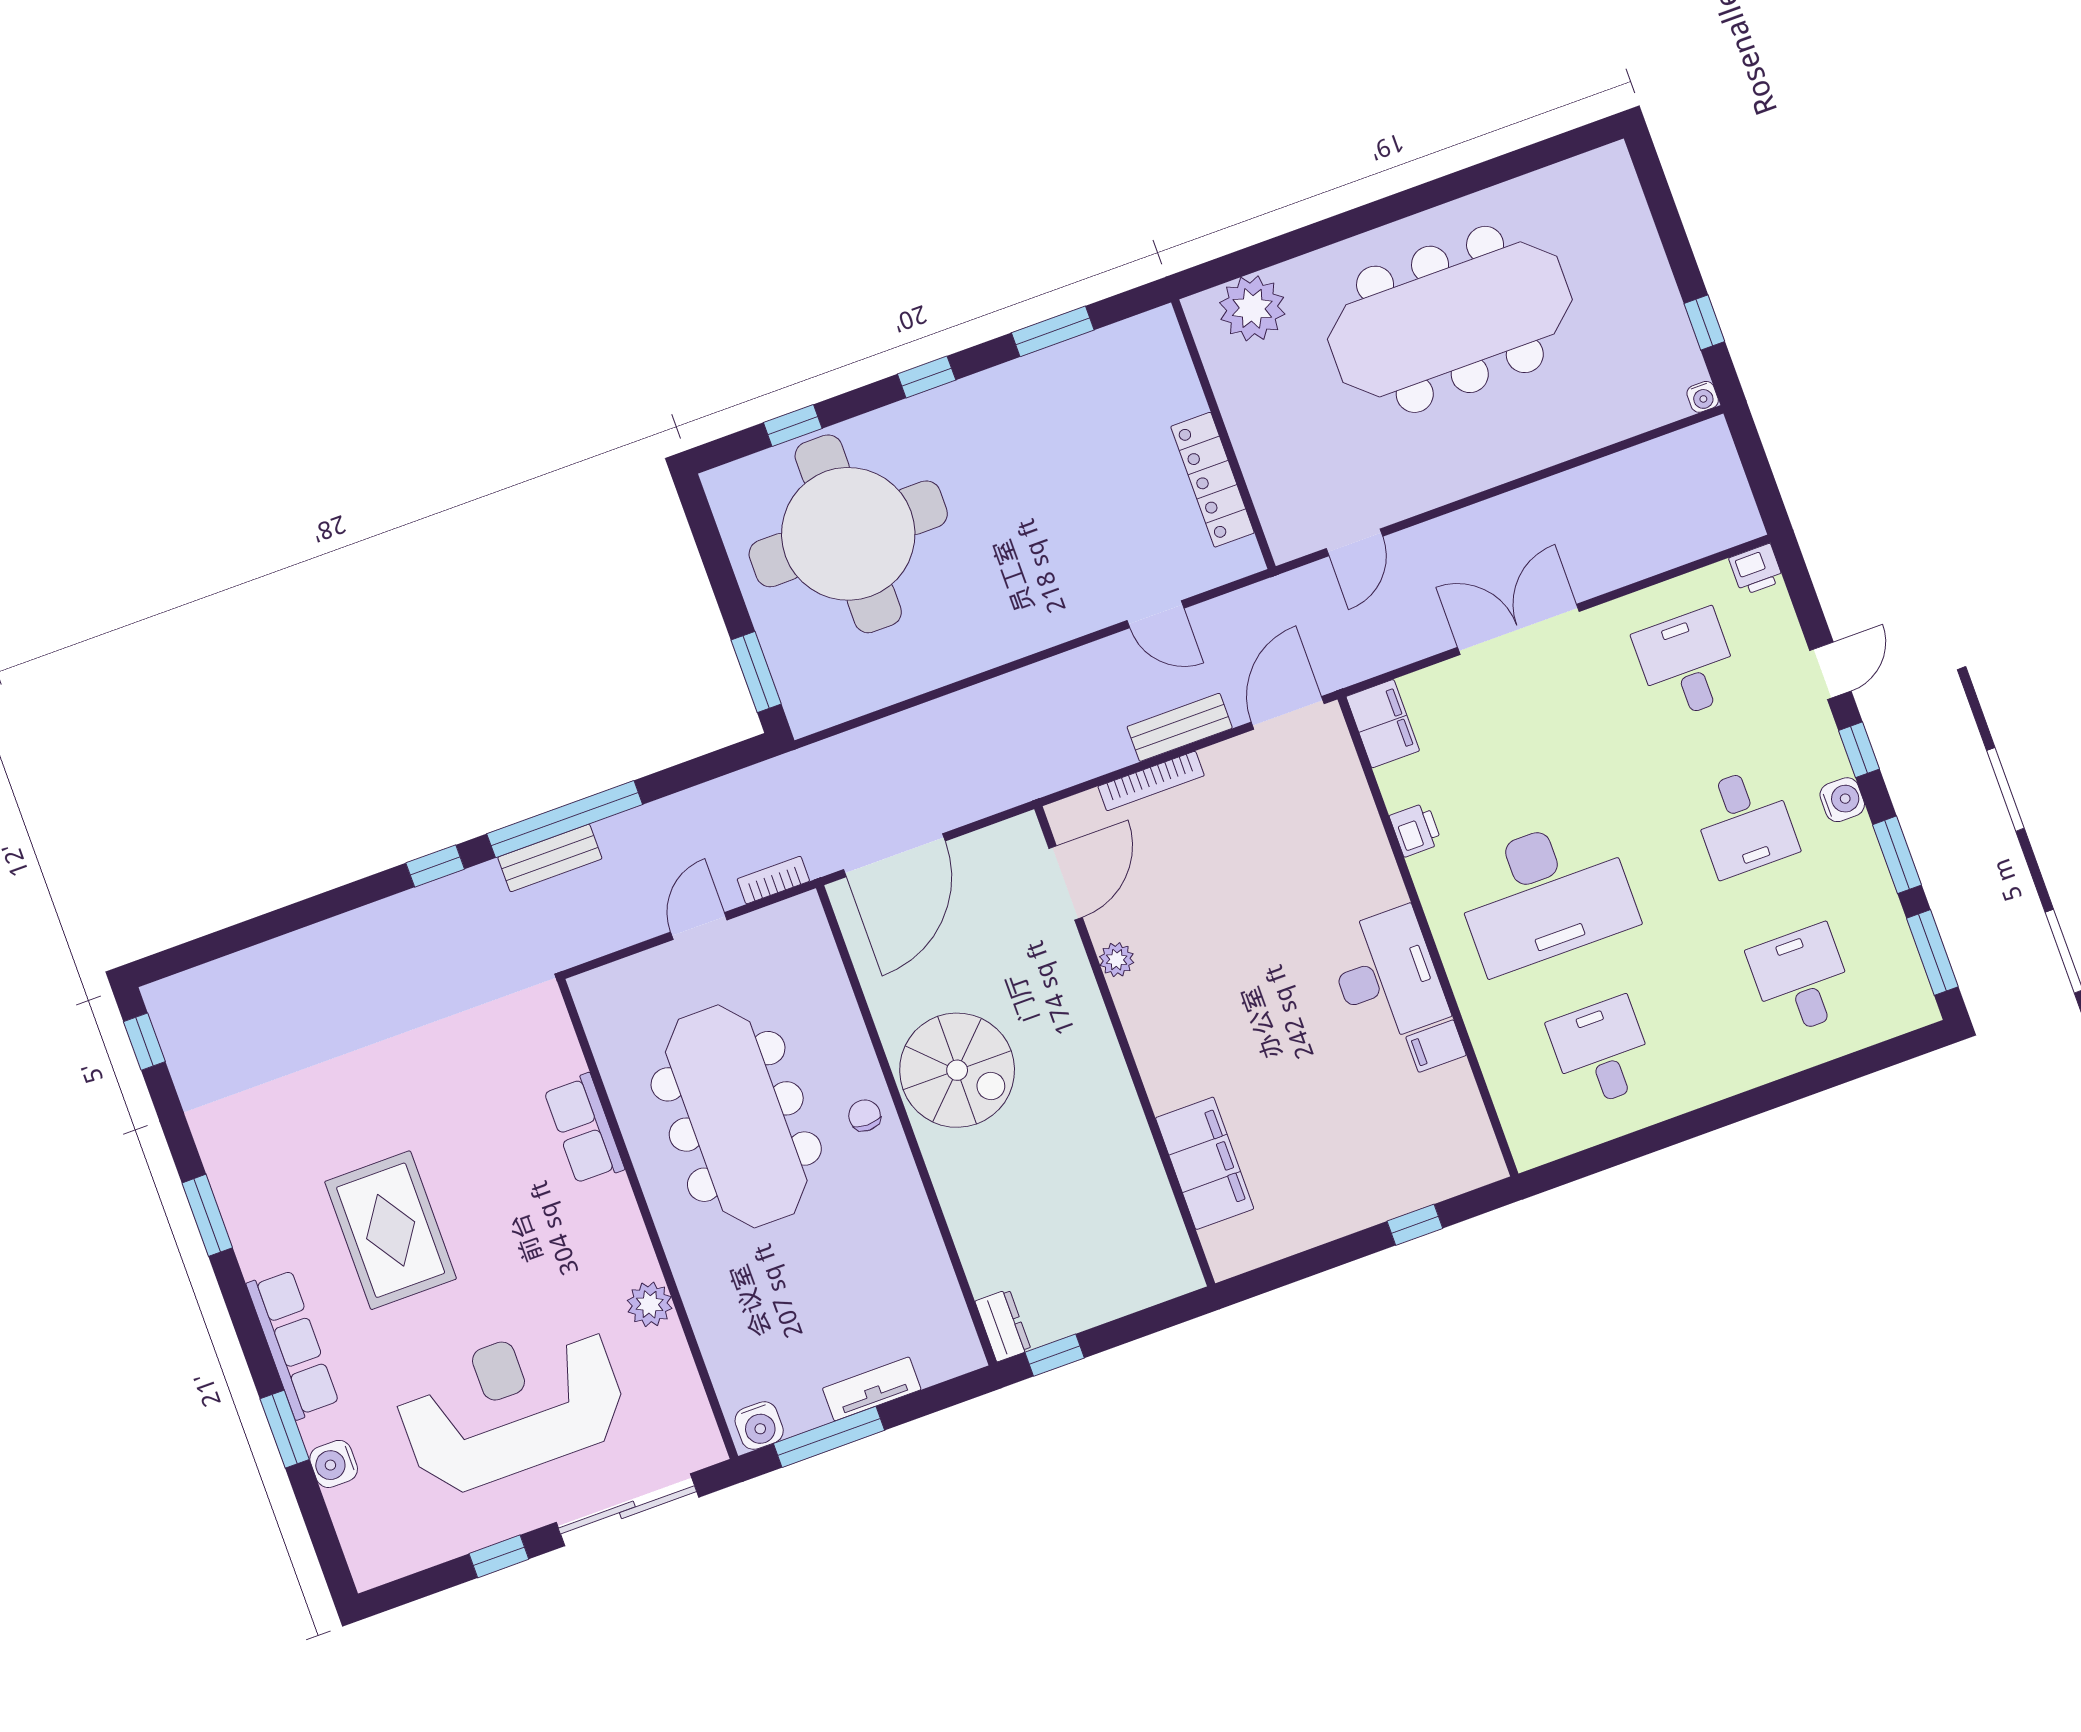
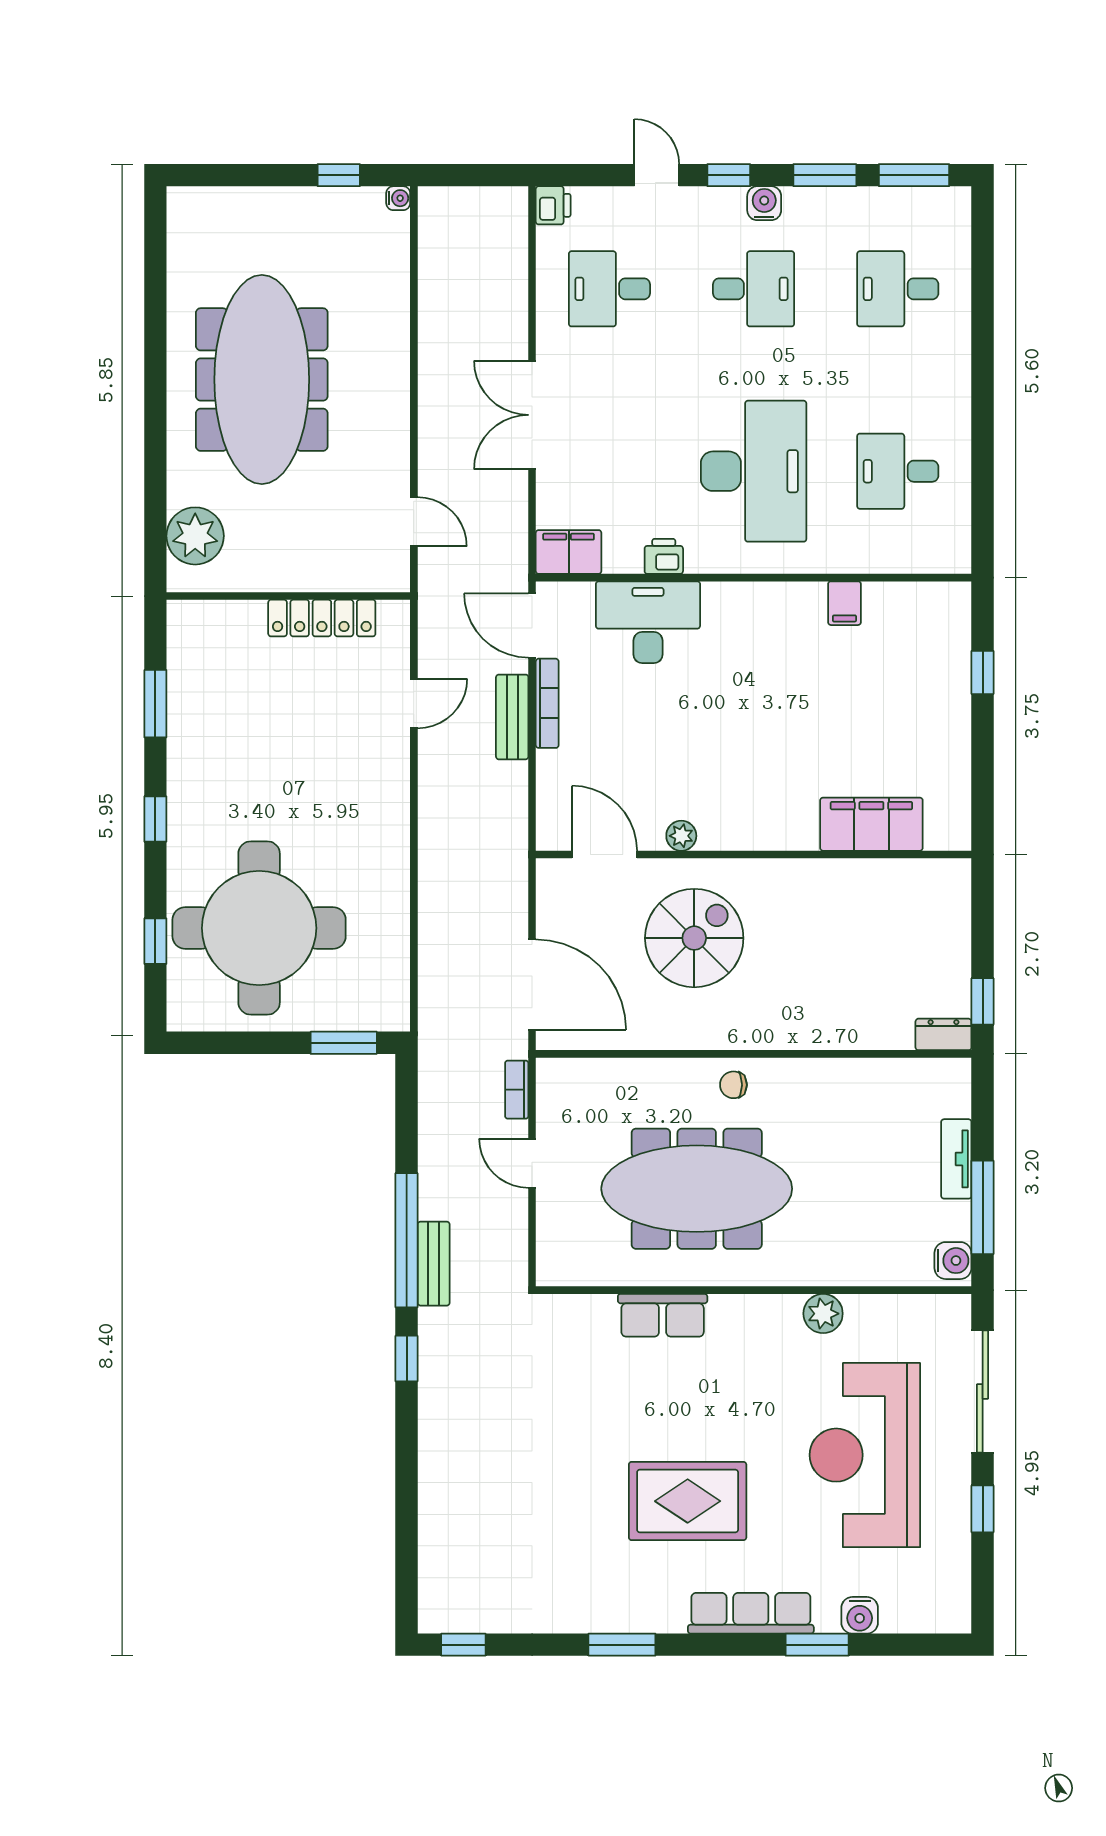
bookcase: (1151, 781) -> (547, 703), moved
desk: (1387, 975) -> (648, 622), moved
spiral stairs: (957, 1070) -> (694, 938), moved

